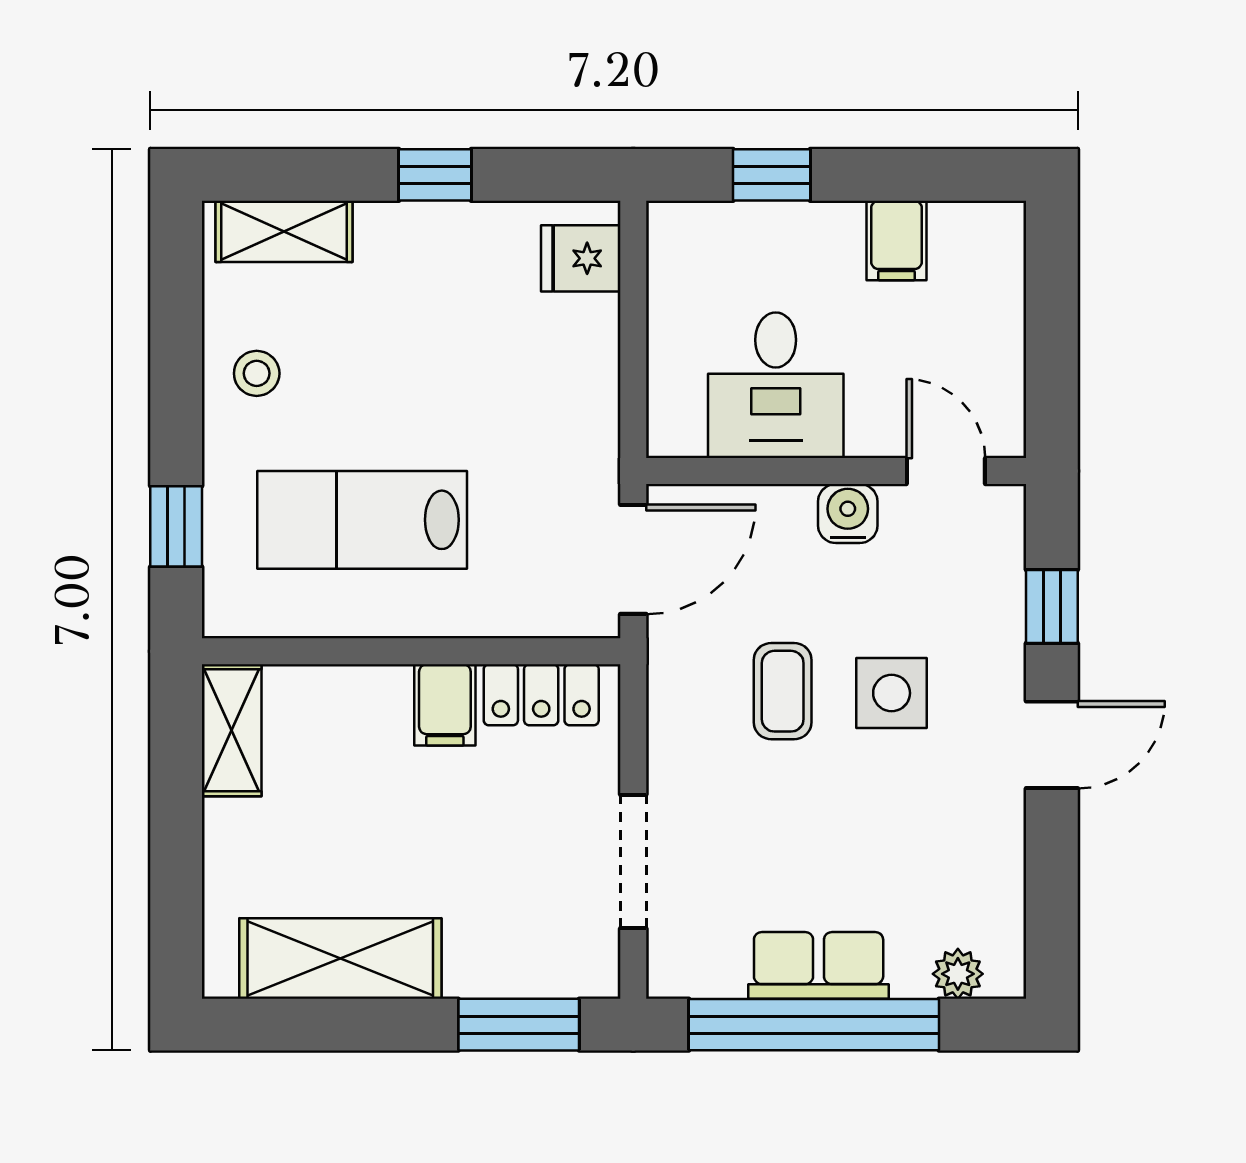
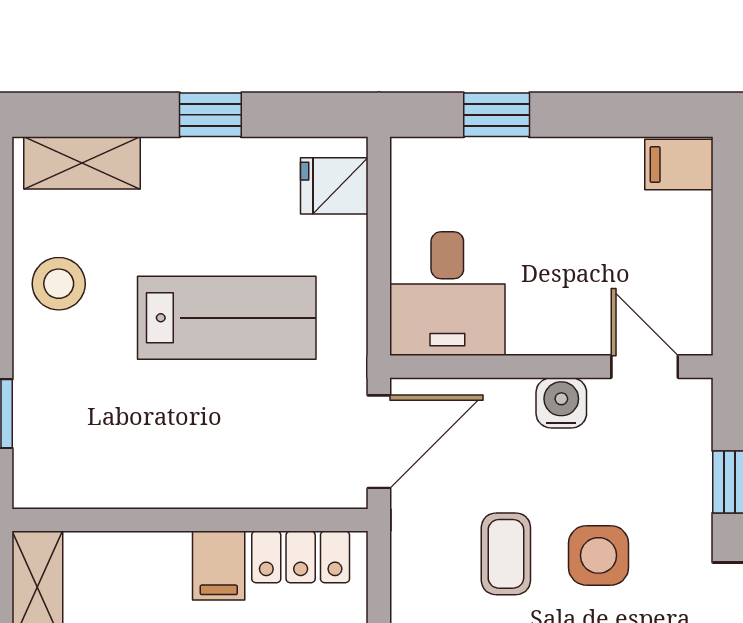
filing cabinet: (896, 240) -> (679, 165), moved, turned 90
stool: (257, 373) -> (59, 284), width x1.37, depth x1.37
desk: (776, 385) -> (447, 294), moved
lab bench: (362, 520) -> (227, 318), moved, turned 180

